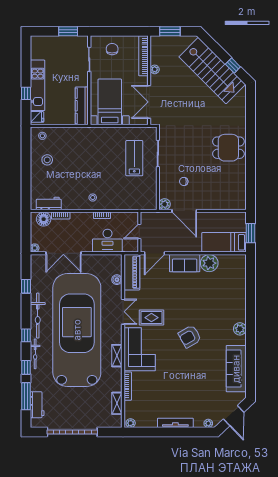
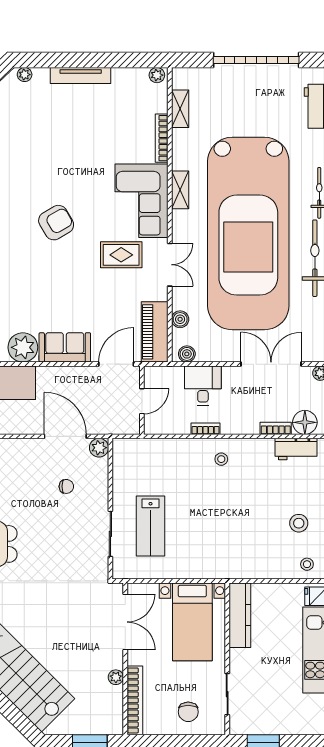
desk: (107, 241) -> (203, 386), width x0.73
boiler: (113, 259) -> (187, 354), added
double door: (123, 312) -> (170, 265), swing flipped

